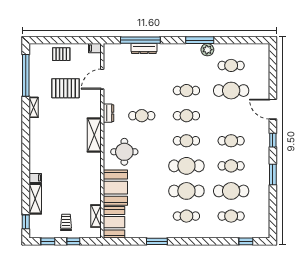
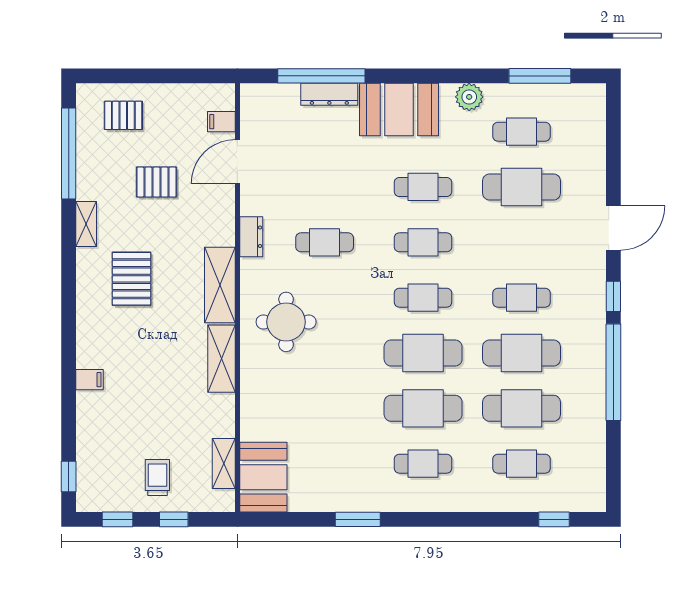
window: (200, 40) -> (540, 76), moved
filing cabinet: (95, 48) -> (221, 122), moved
pallet: (61, 54) -> (123, 115), moved
pallet: (66, 88) -> (156, 182), width x0.67, depth x0.71
door: (273, 109) -> (613, 228), swing flipped
pallet: (54, 132) -> (132, 279), added
cafe table: (231, 166) -> (522, 353), width x1.37, depth x1.35
window: (273, 175) -> (613, 372), width x2.11
booth: (115, 188) -> (399, 109), moved, turned 90
shelving: (35, 199) -> (222, 359), moved

